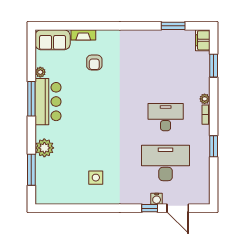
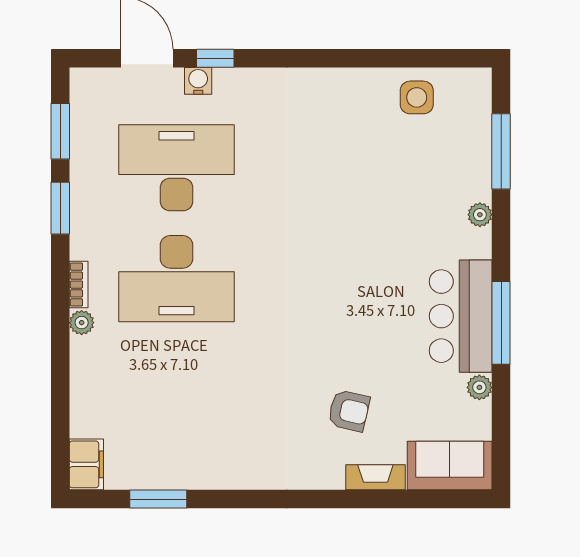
armchair: (94, 62) -> (349, 411), turned 103
window: (214, 66) -> (60, 131), moved
desk: (166, 117) -> (176, 279), width x1.36, depth x1.30
plant: (44, 148) -> (480, 215), width x0.53, depth x0.53
desk: (166, 163) -> (176, 168), turned 180
side table: (96, 178) -> (417, 97), moved

